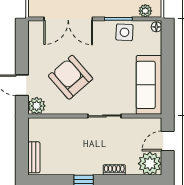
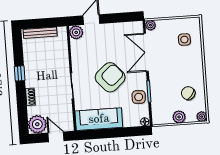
plant: (145, 11) -> (150, 25), moved
armchair: (71, 77) -> (110, 77), moved
bench: (34, 157) -> (40, 33), width x1.36

